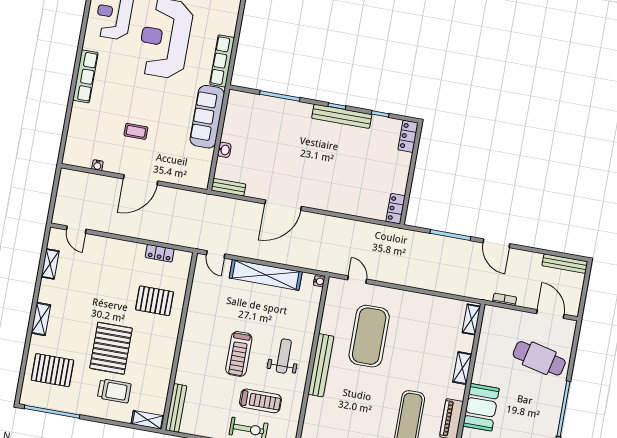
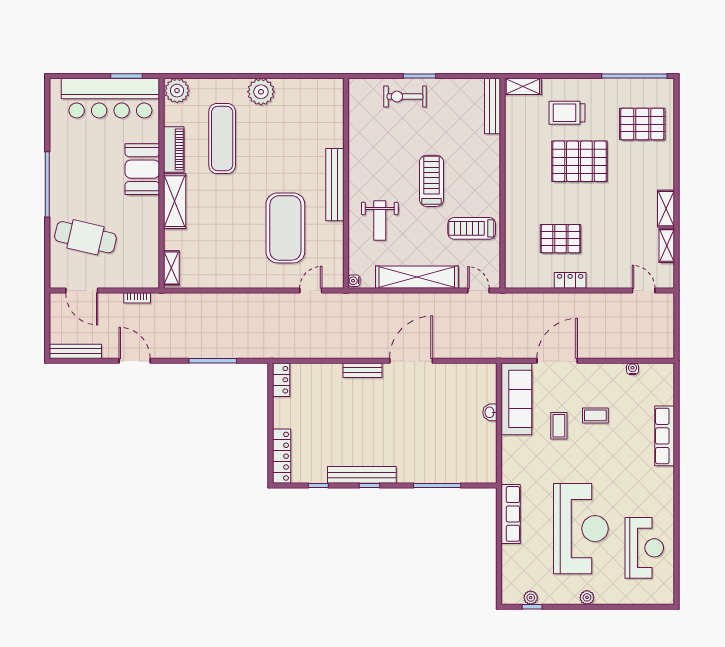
row of seats: (85, 76) -> (665, 436), moved
sofa: (207, 117) -> (516, 399), moved
coffee table: (168, 128) -> (559, 426), added
locker: (408, 136) -> (282, 456), width x1.53
door: (141, 180) -> (557, 361), moved
bench: (228, 187) -> (363, 370), moved
door: (496, 243) -> (135, 361), moved
locker: (160, 253) -> (570, 280), moved
door: (357, 280) -> (311, 290), swing flipped
pallet: (154, 301) -> (560, 239), moved
shelving: (41, 319) -> (666, 209), moved
pallet: (111, 348) -> (579, 161), turned 90
weight bench: (284, 356) -> (380, 220), moved
shelving: (462, 368) -> (175, 201), width x1.50, depth x1.33
treadmill: (260, 401) -> (472, 228), moved

